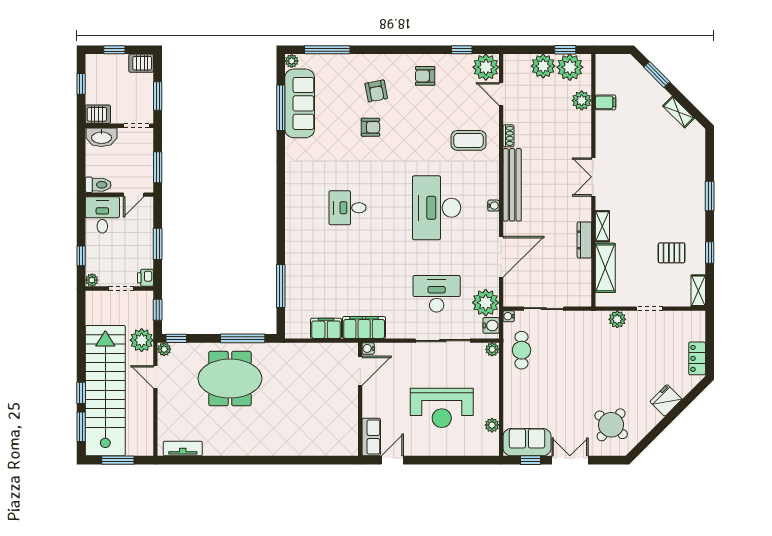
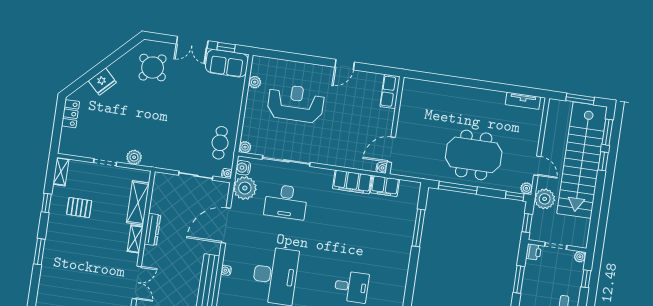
water cooler: (368, 348) -> (382, 168), moved
door: (360, 371) -> (391, 150), moved
wall: (360, 399) -> (395, 125), moved
row of seats: (371, 437) -> (390, 92), moved

